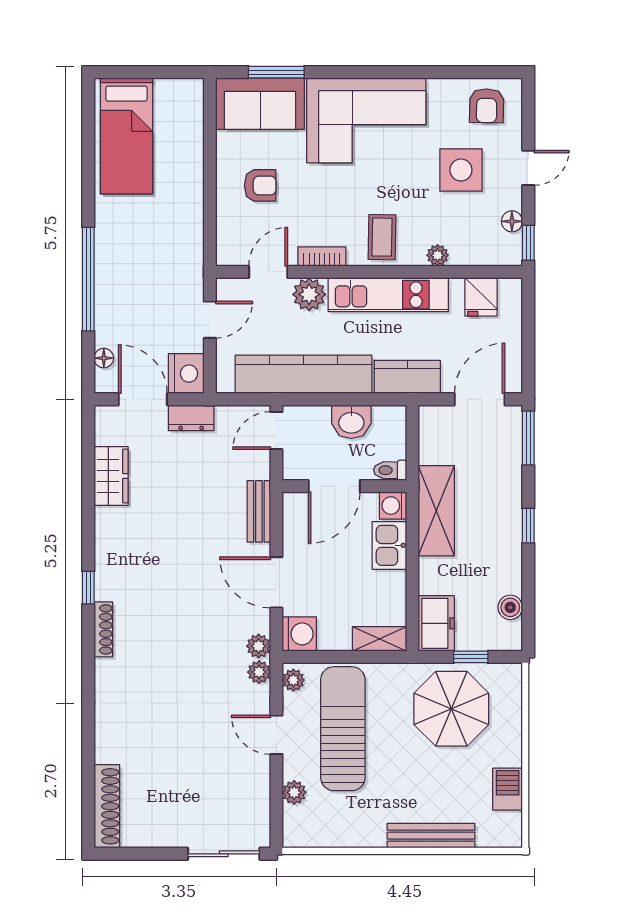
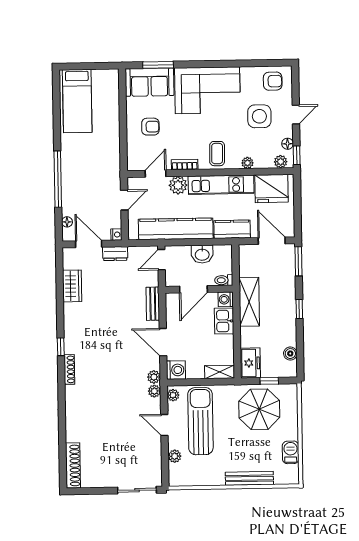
armchair: (487, 106) -> (273, 81), turned -91
plant: (499, 254) -> (281, 162), added
fridge: (481, 297) -> (272, 189), width x1.88, depth x1.34
nightstand: (186, 374) -> (116, 235), width x0.53, depth x0.56
door: (480, 399) -> (272, 241), hinge flipped

